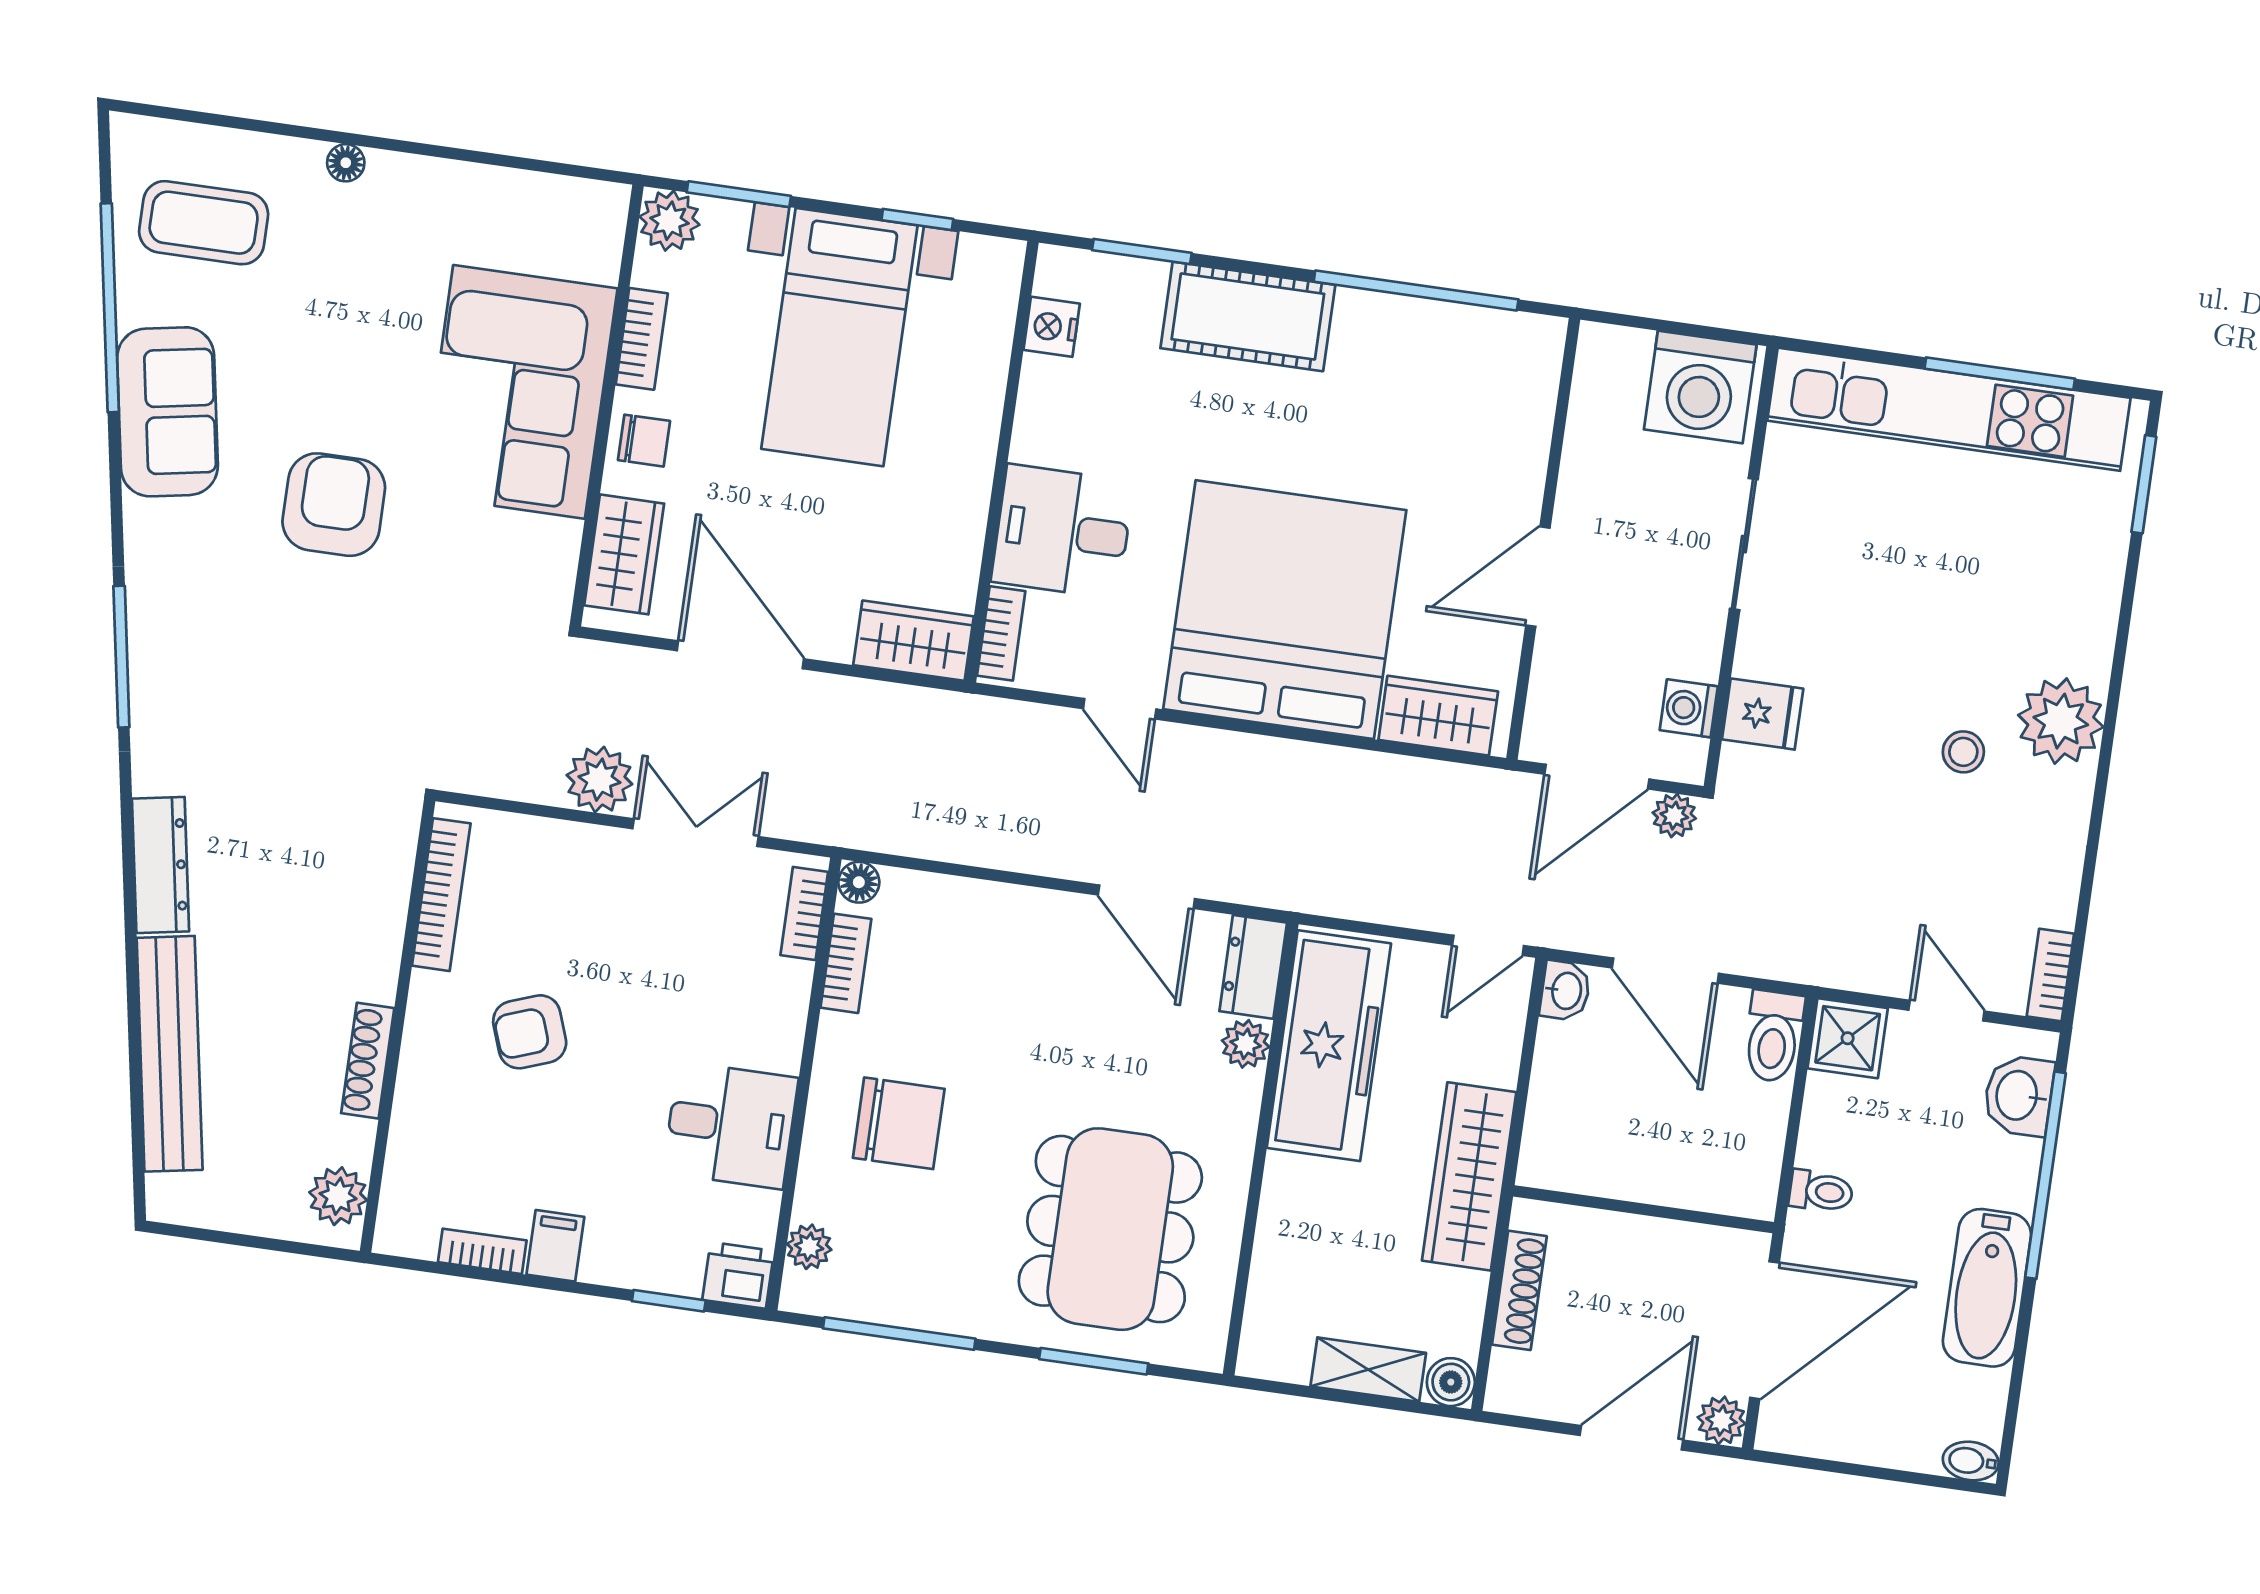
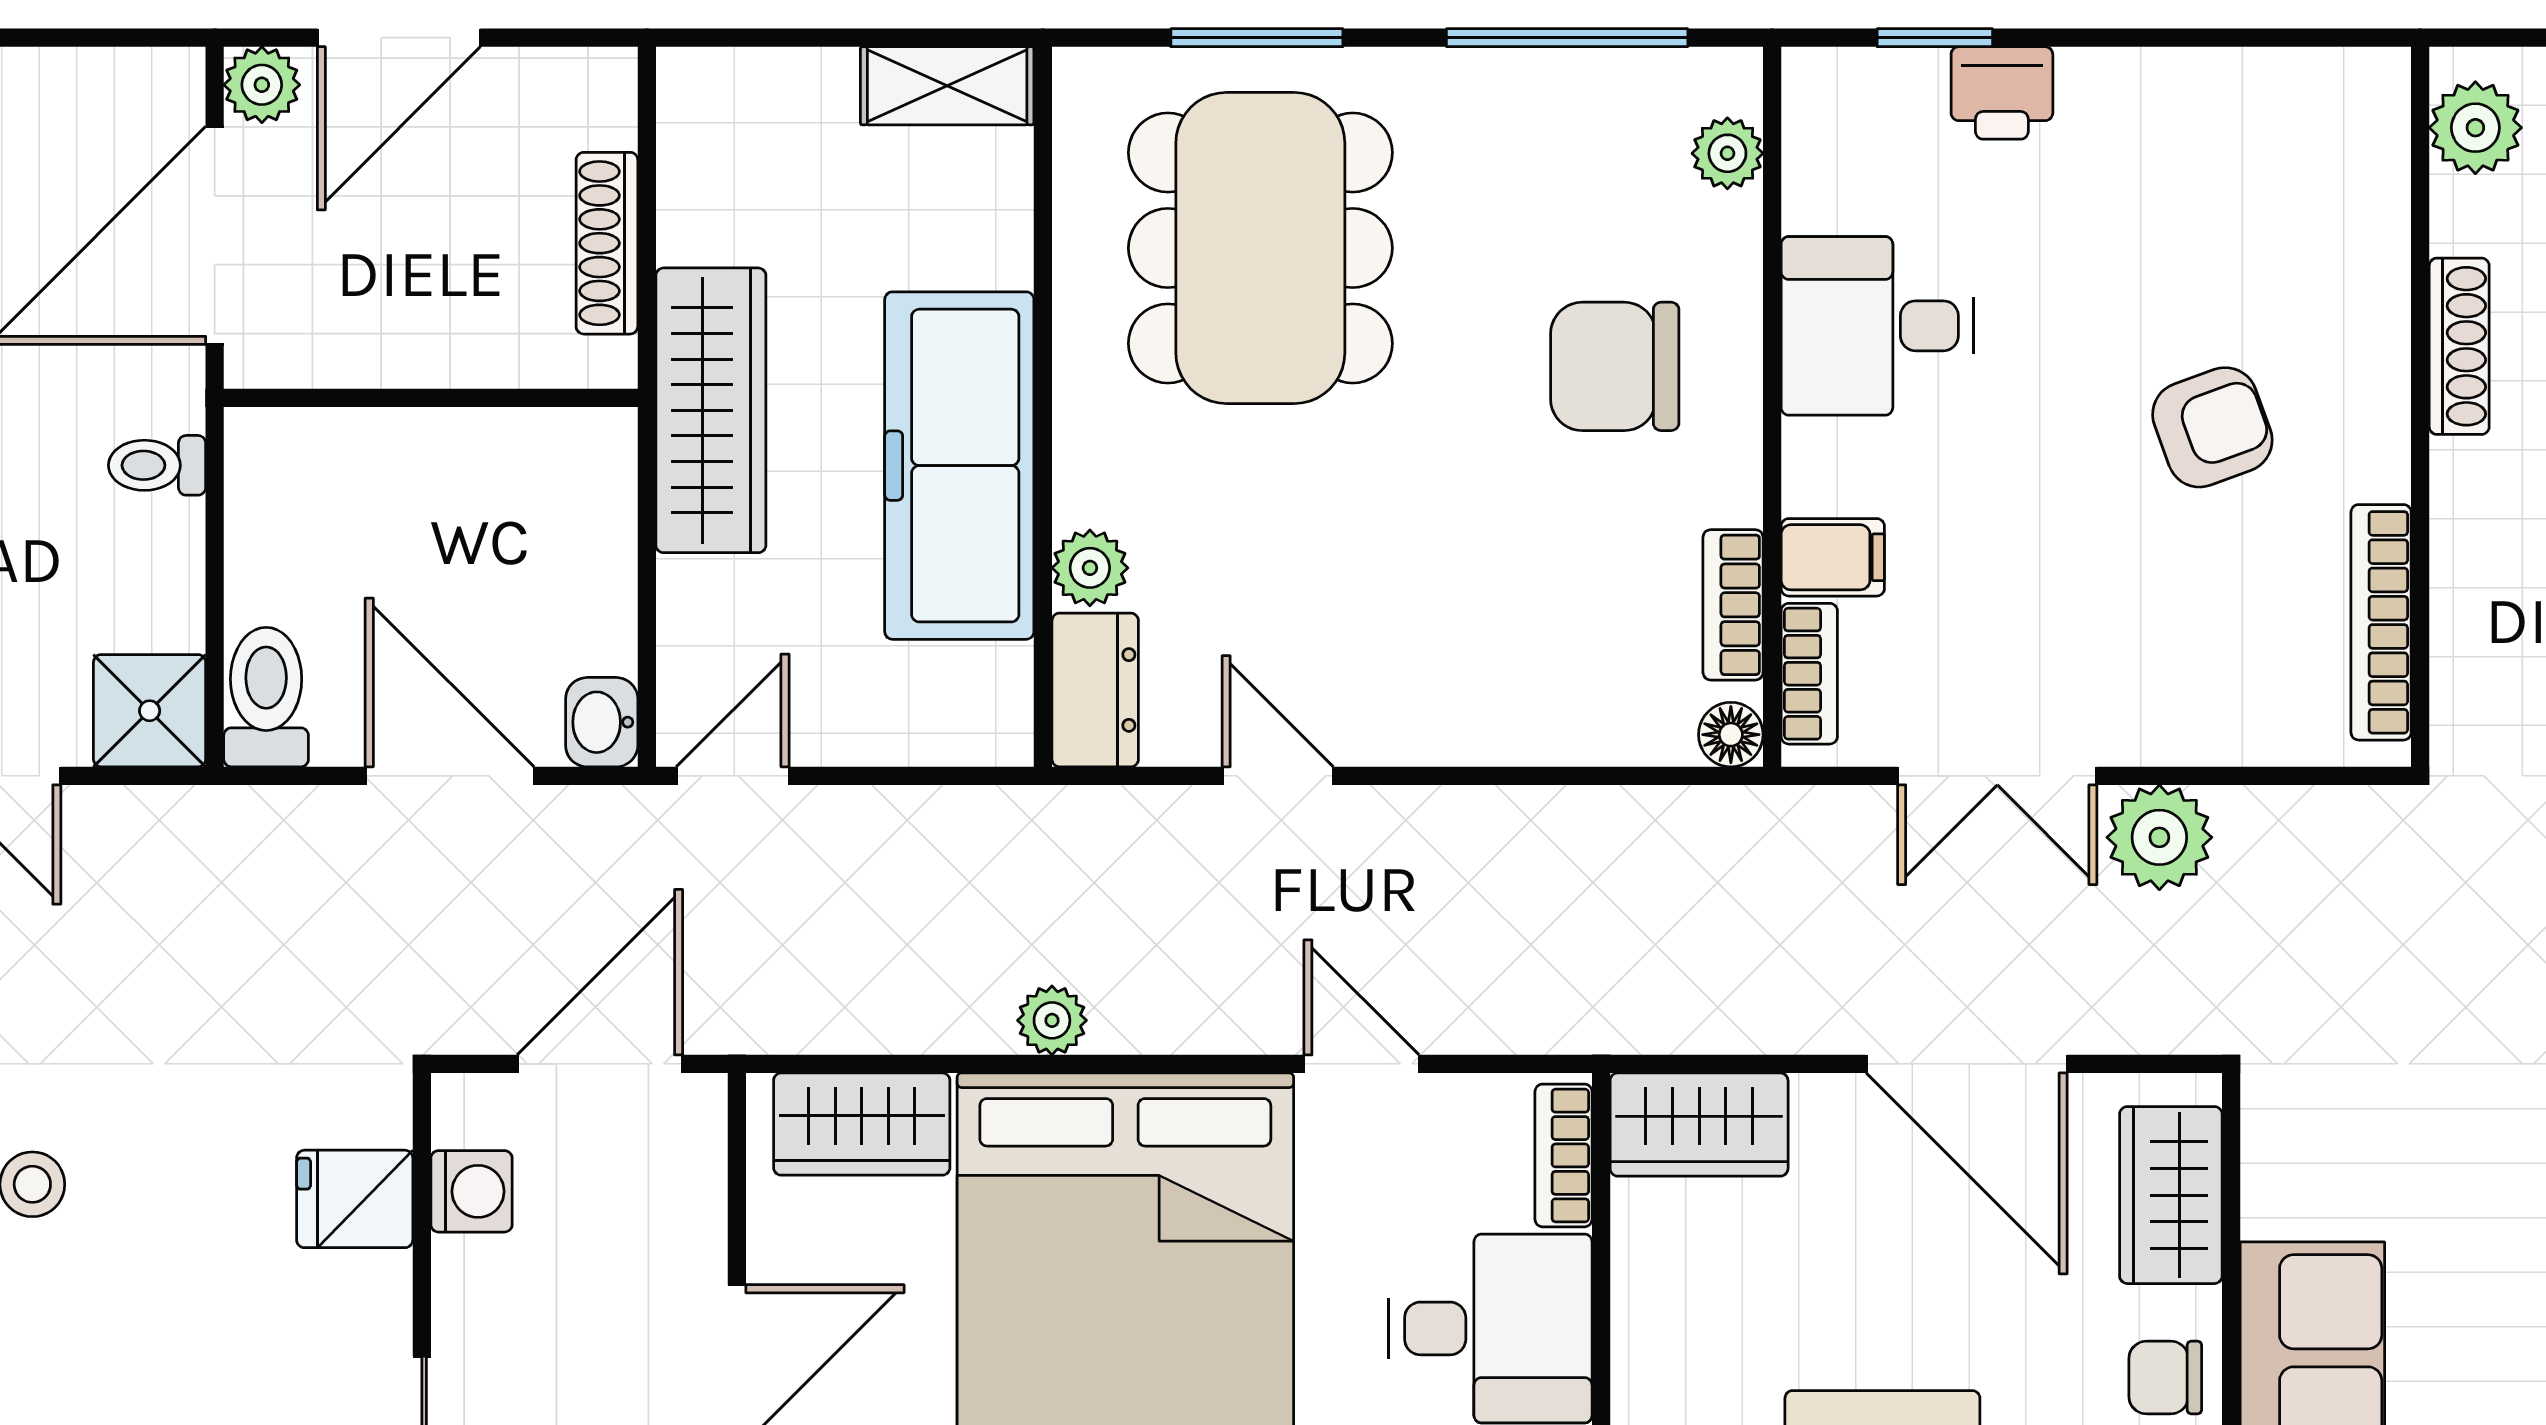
plant: (1674, 816) -> (1052, 1020), moved
door: (1146, 897) -> (1278, 776), width x0.73
freezer: (1329, 1046) -> (959, 466), moved
filing cabinet: (555, 1246) -> (1833, 557), moved, turned -90
bookcase: (482, 1251) -> (2238, 73), removed
printer: (738, 1275) -> (2002, 93), moved
shelving: (1368, 1370) -> (947, 86), moved
boiler: (1451, 1382) -> (694, 85), removed

